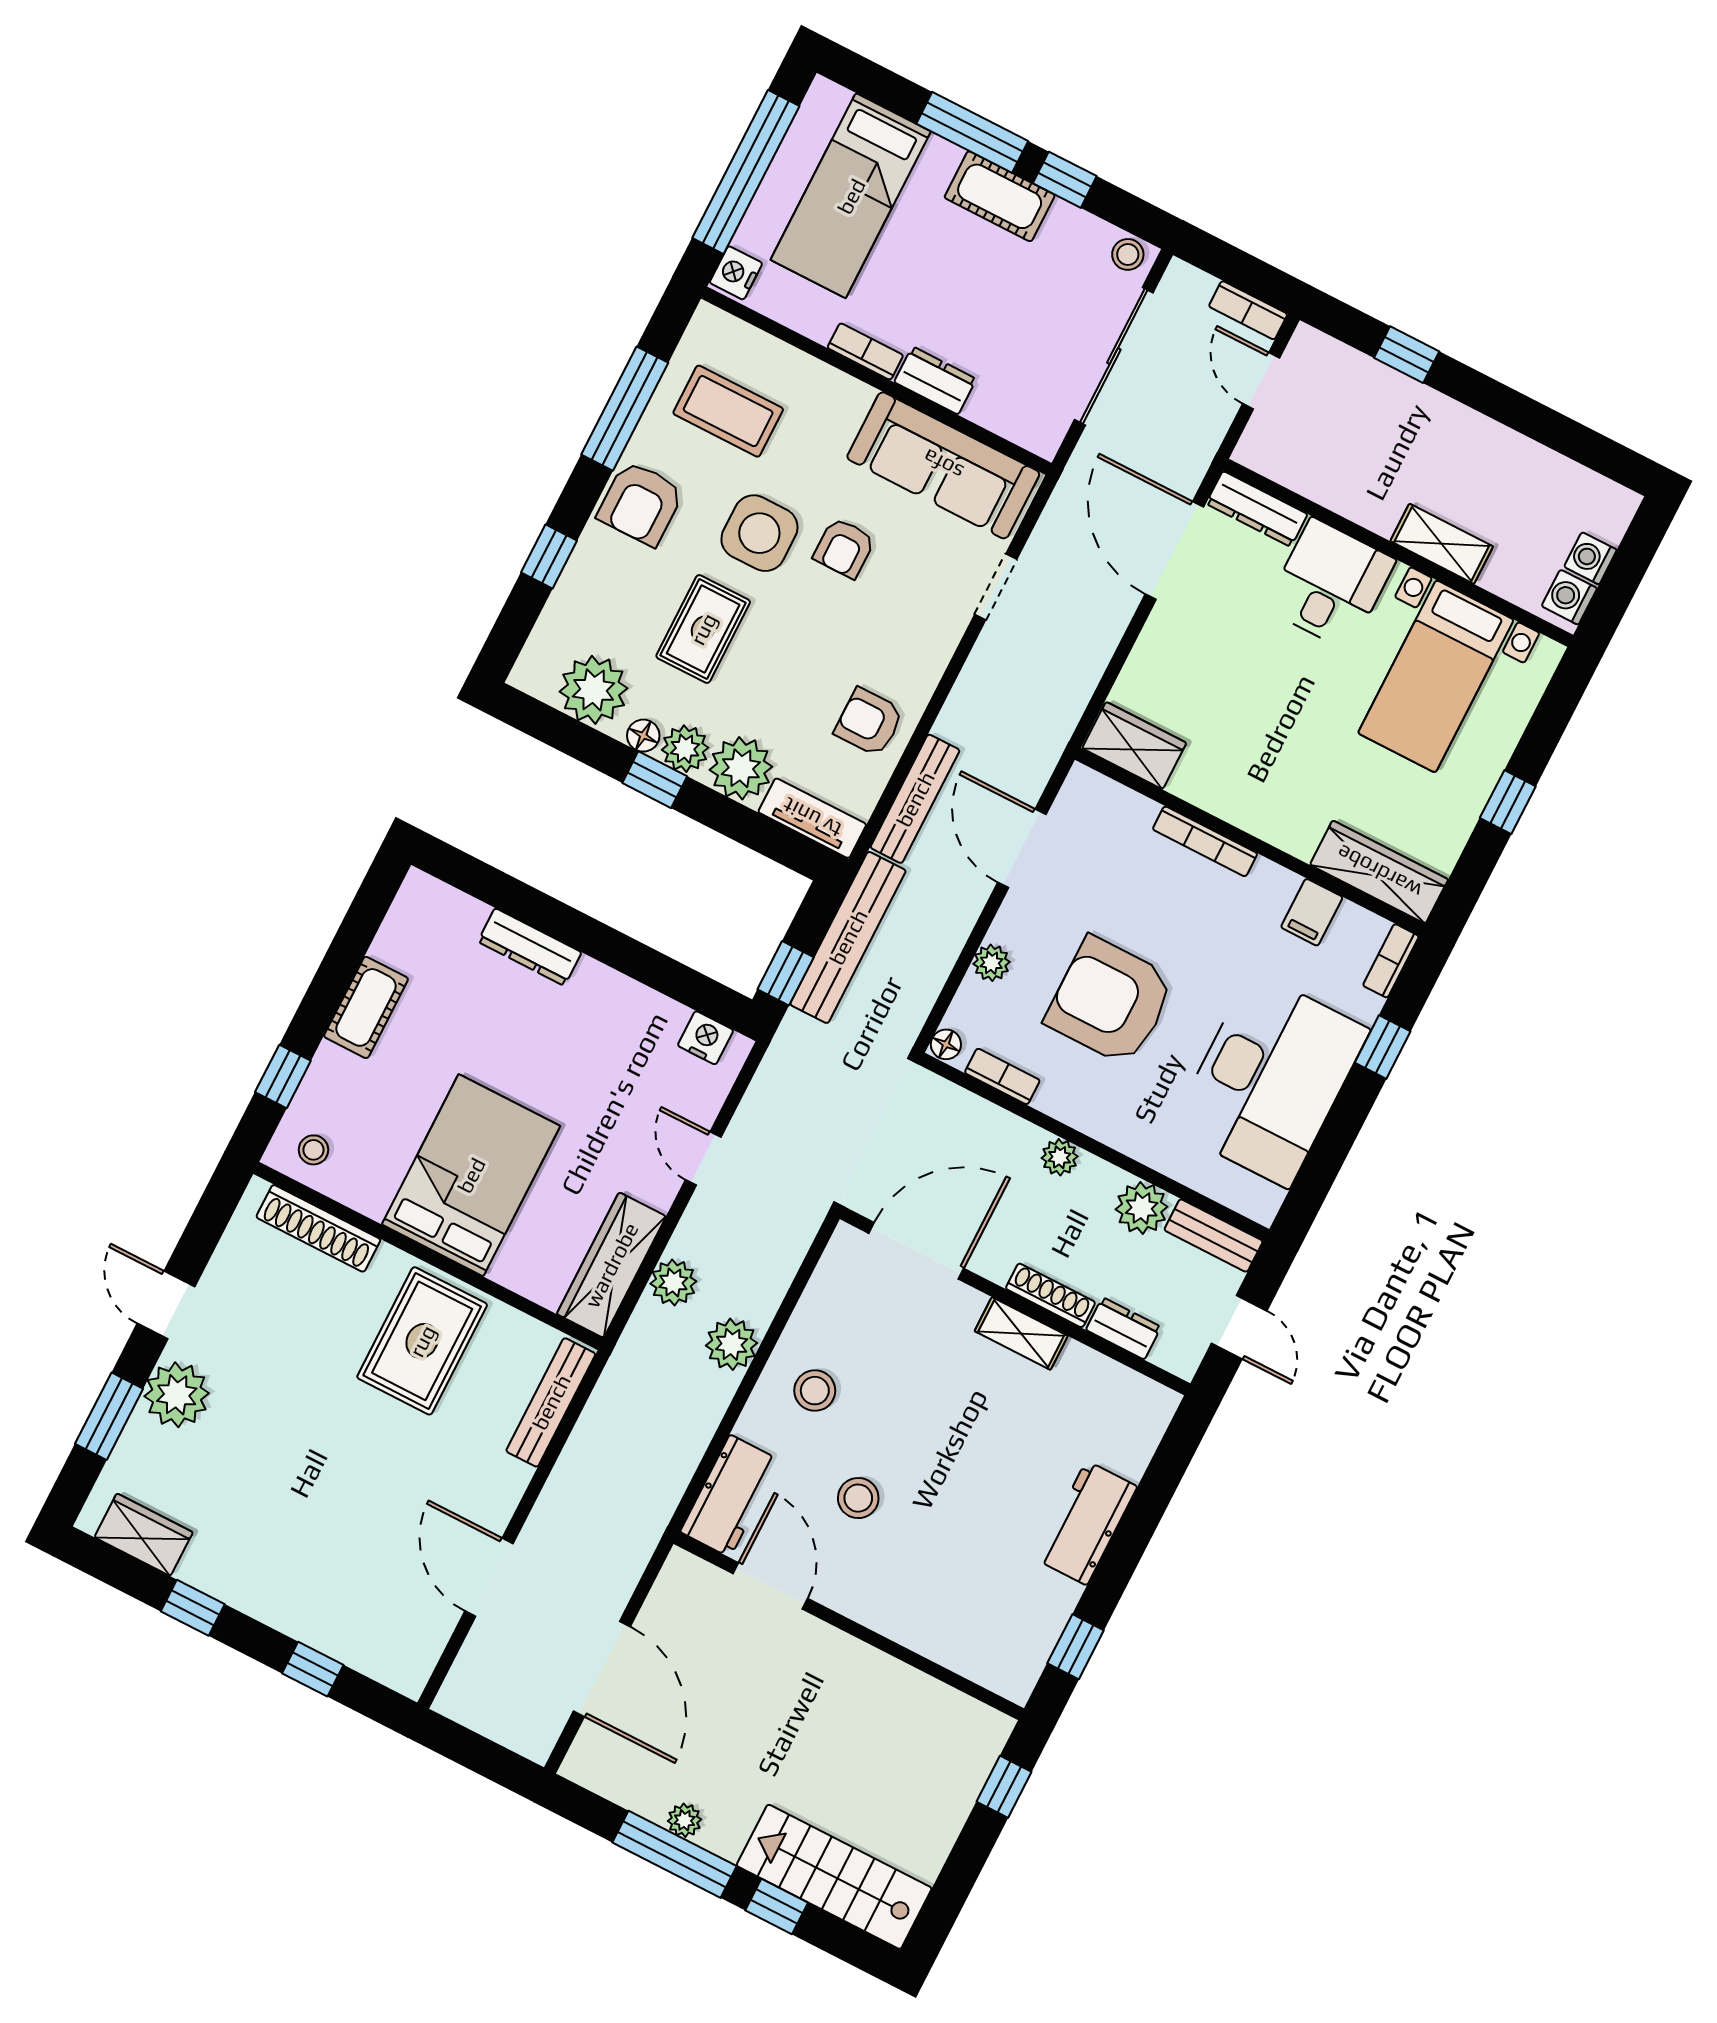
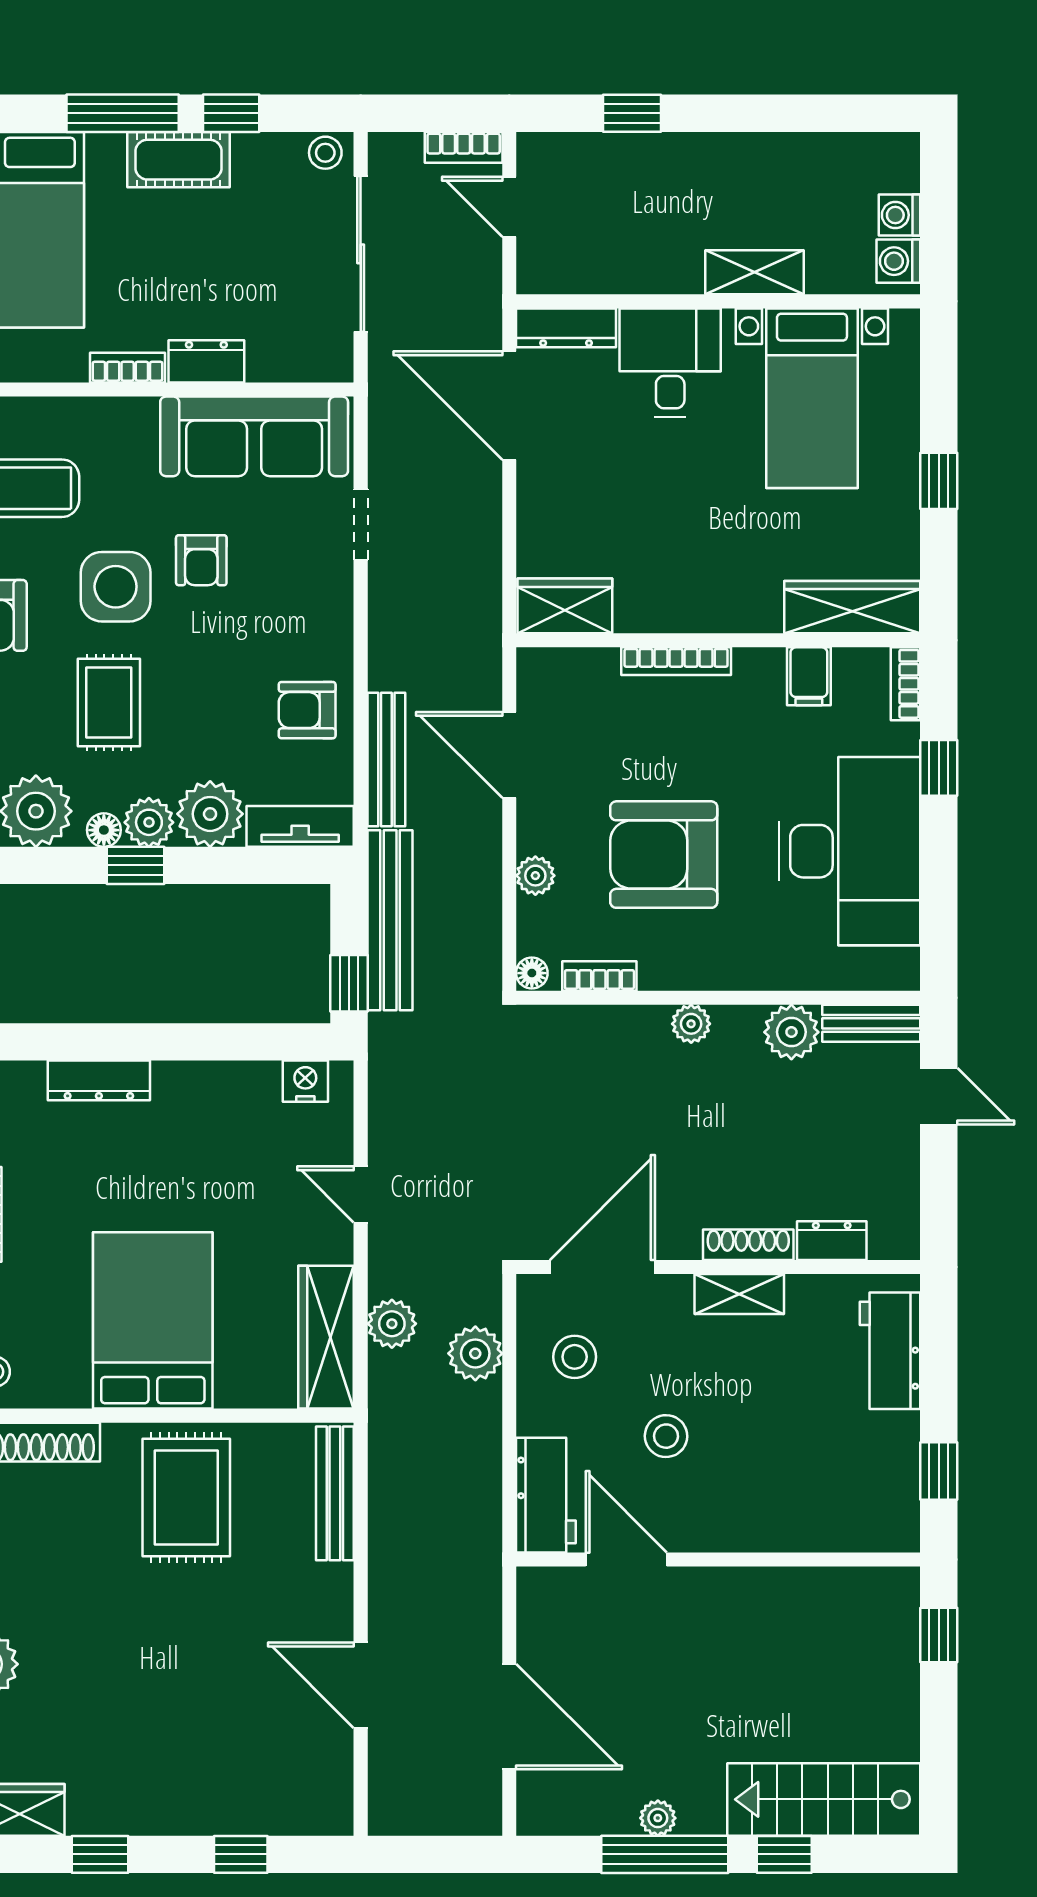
door: (916, 1251) -> (602, 1267), moved
shoe rack: (1050, 1295) -> (748, 1245), moved
wall: (1015, 1301) -> (718, 1267), moved
dresser: (1123, 1328) -> (832, 1241), moved
shelving: (1021, 1334) -> (739, 1294), moved

